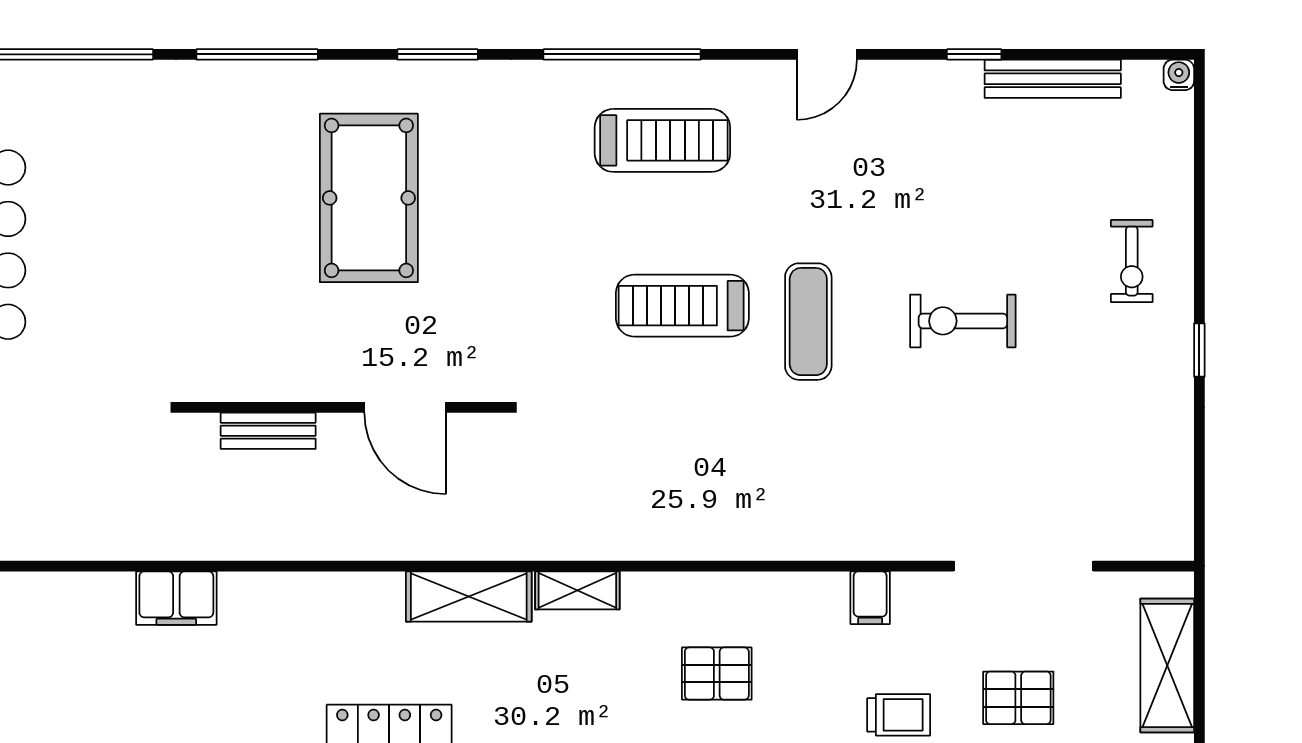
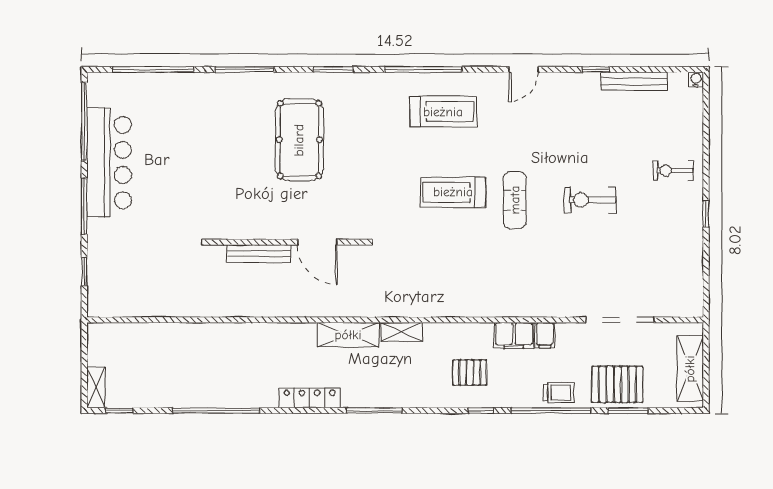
exercise bike: (1132, 261) -> (673, 171), turned 90
bench: (268, 431) -> (259, 254), width x1.36
filing cabinet: (176, 598) -> (514, 336), moved
pallet: (1018, 698) -> (617, 384), width x1.50, depth x1.42

